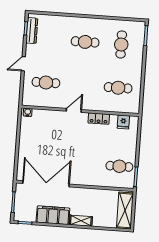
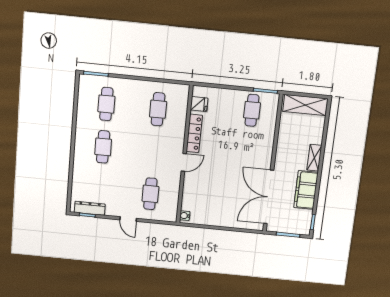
cafe table: (121, 44) -> (106, 104), turned 90
door: (74, 110) -> (184, 162), swing flipped
locker: (99, 119) -> (194, 133), width x1.53

